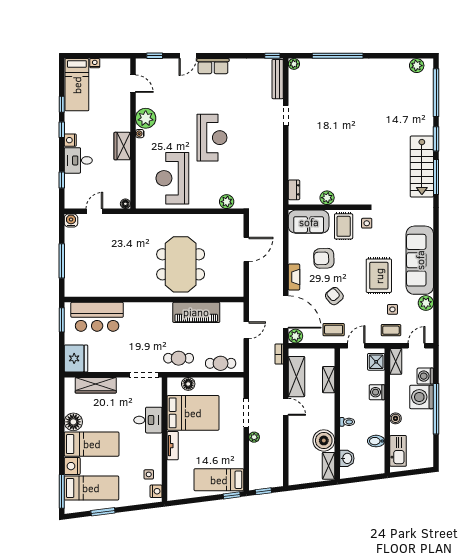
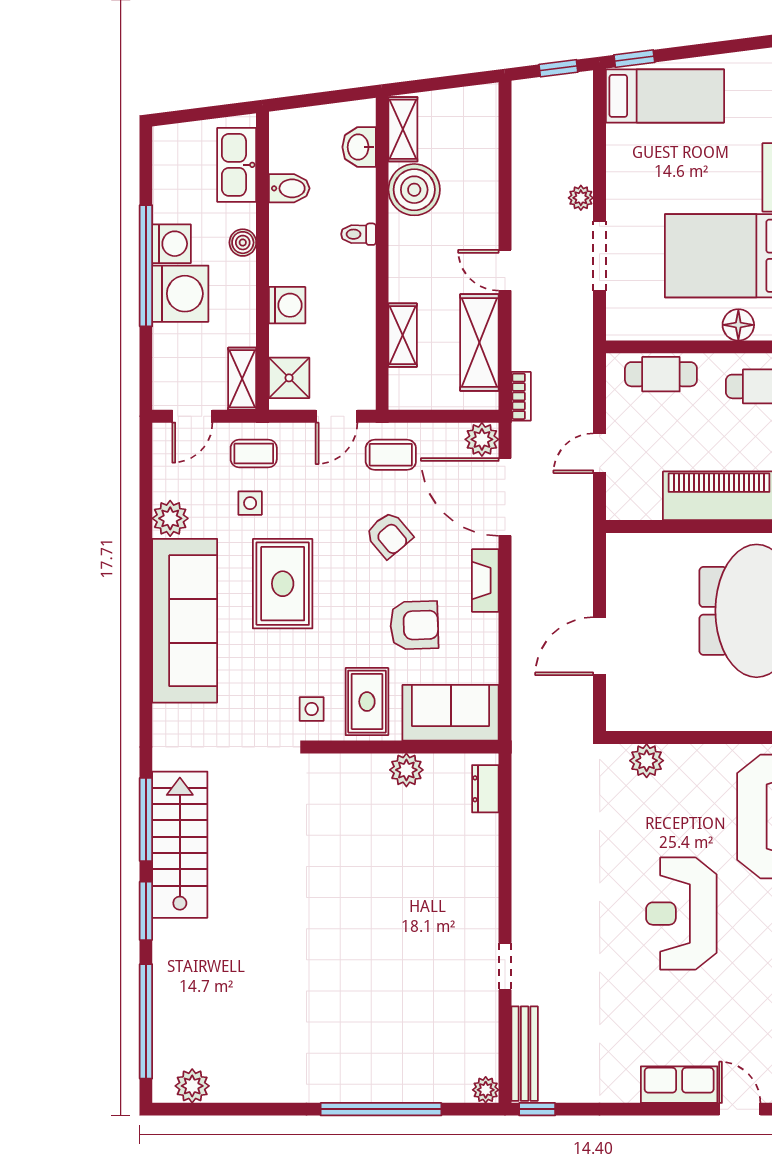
door: (188, 56) -> (740, 1109), hinge flipped
washing machine: (425, 376) -> (172, 244), moved

